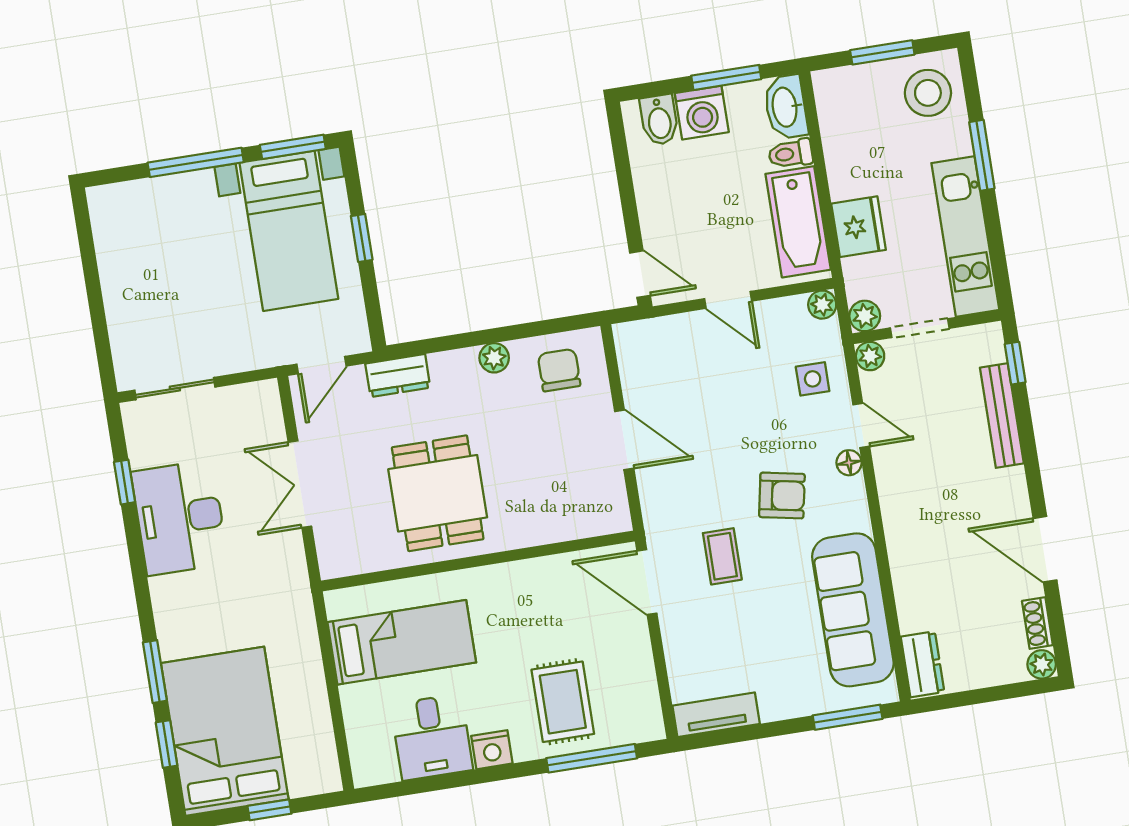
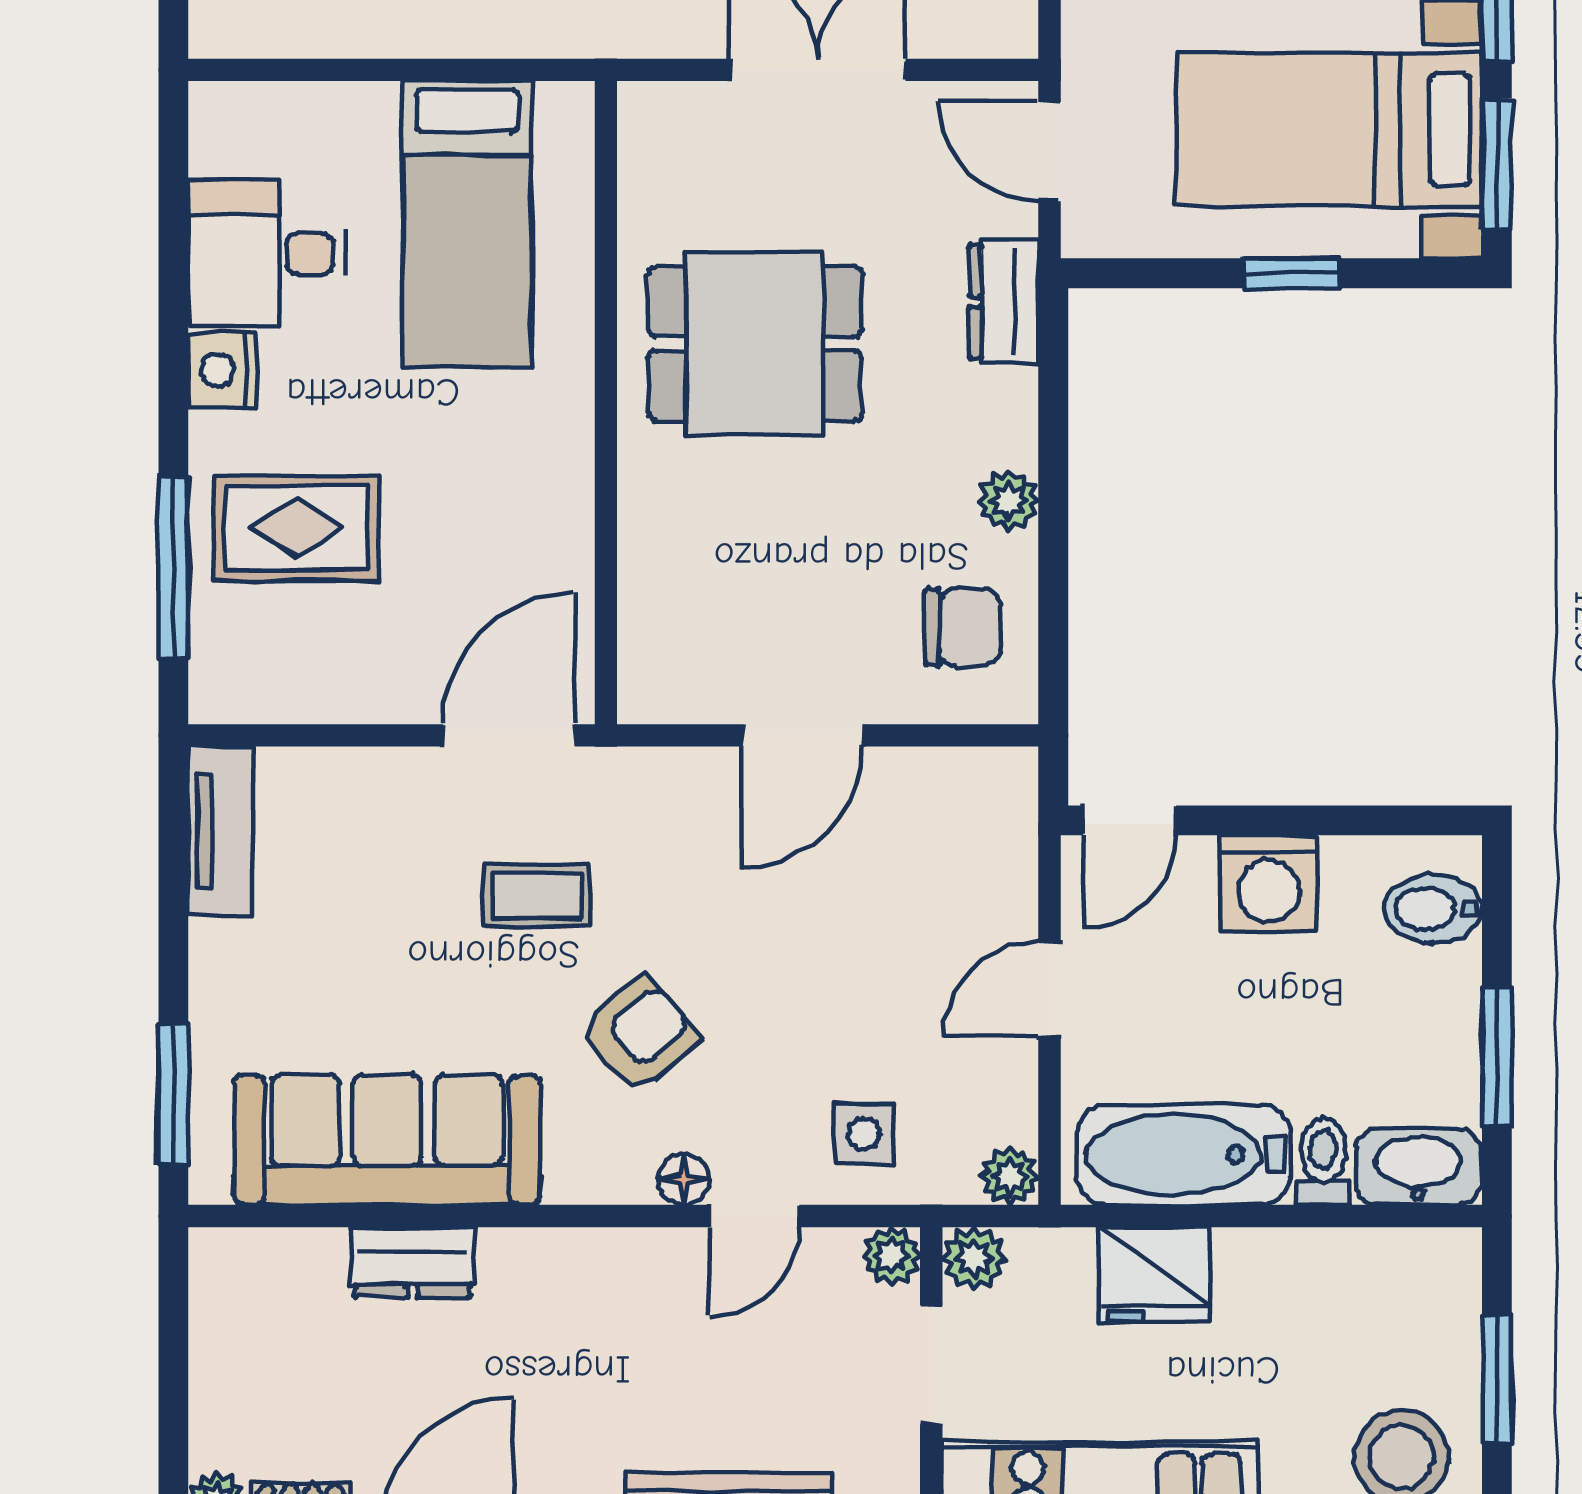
washing machine: (702, 113) -> (1269, 883), moved, turned -90
armchair: (782, 495) -> (640, 1034), turned -142
dresser: (923, 664) -> (412, 1262), moved

